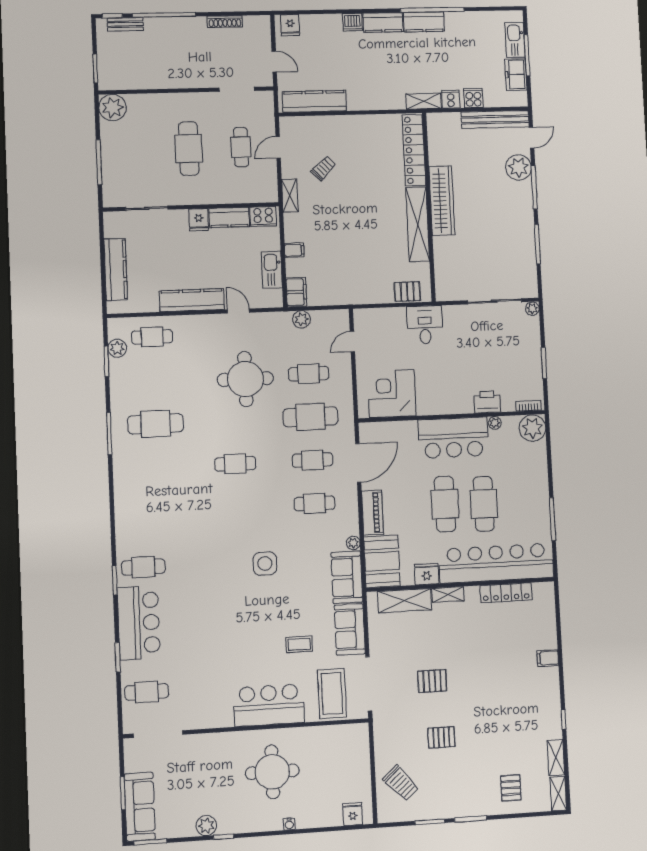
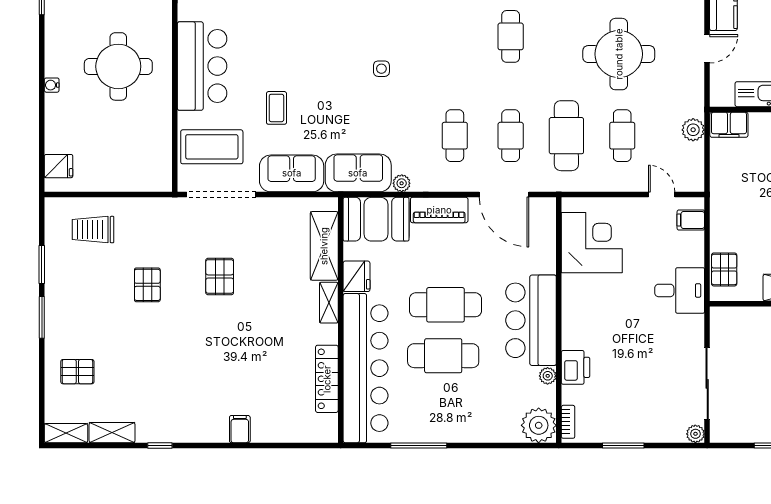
filing cabinet: (371, 318) -> (691, 220), added
side table: (265, 564) -> (381, 69), width x0.54, depth x0.54
trolley: (401, 783) -> (93, 230), turned 42

